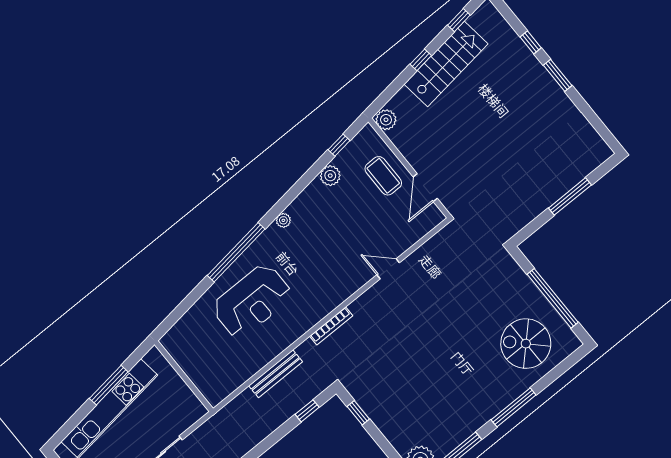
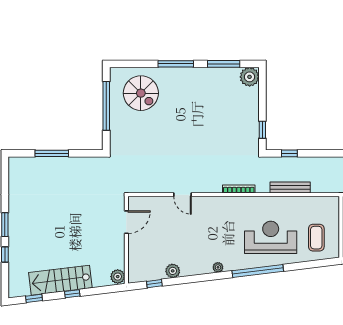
coffee table: (383, 176) -> (316, 238), moved

